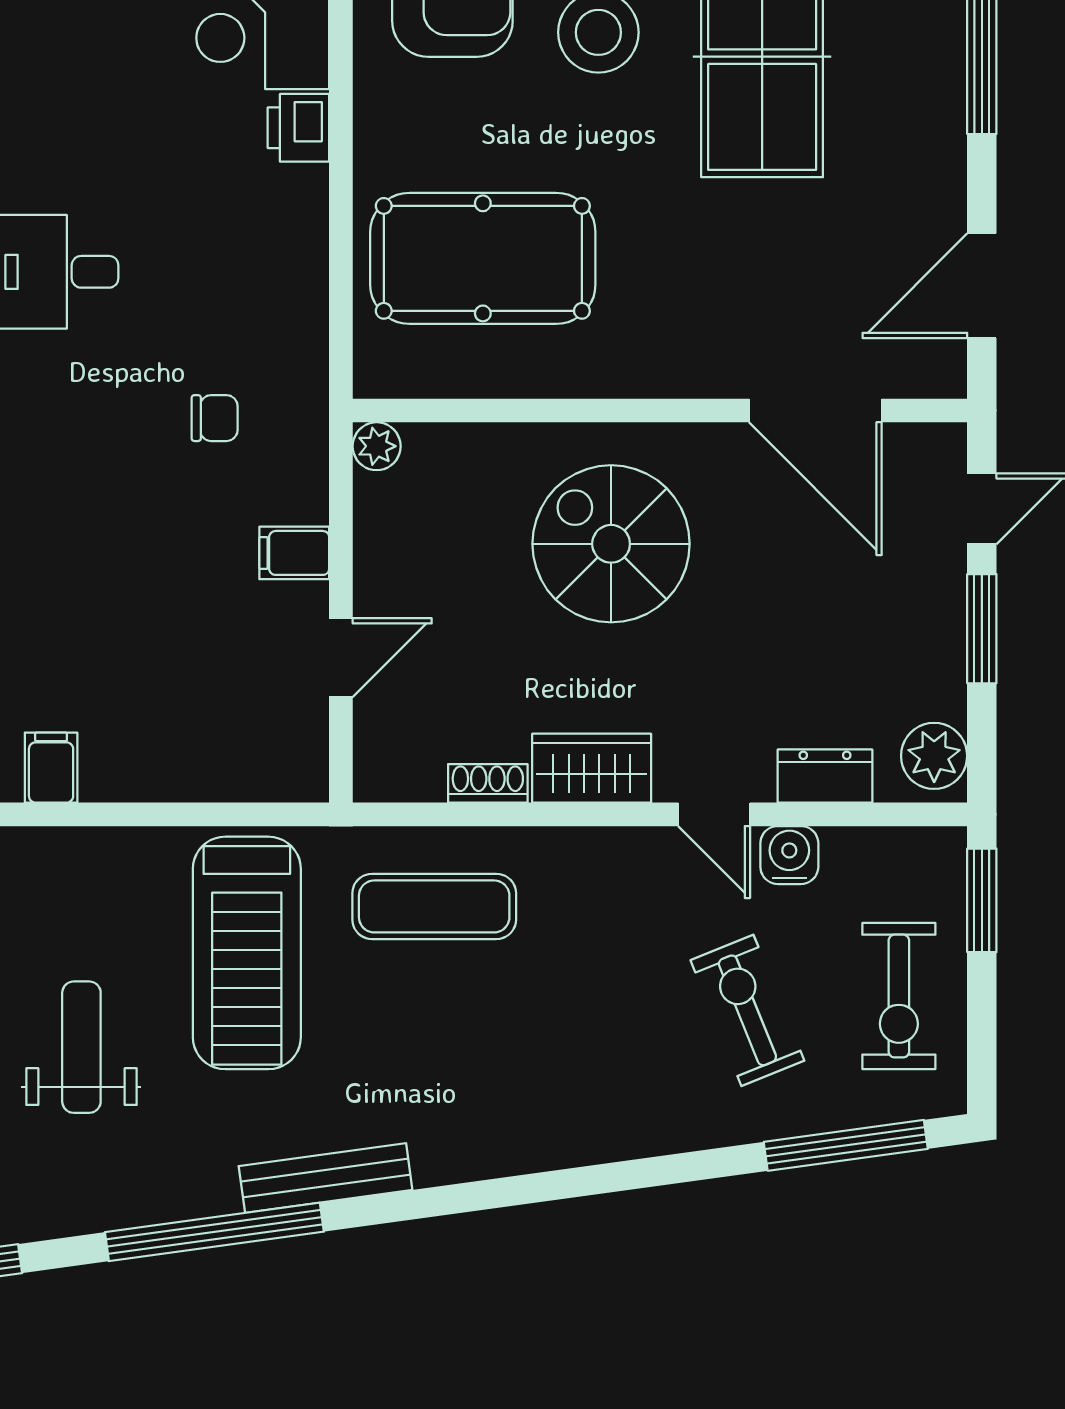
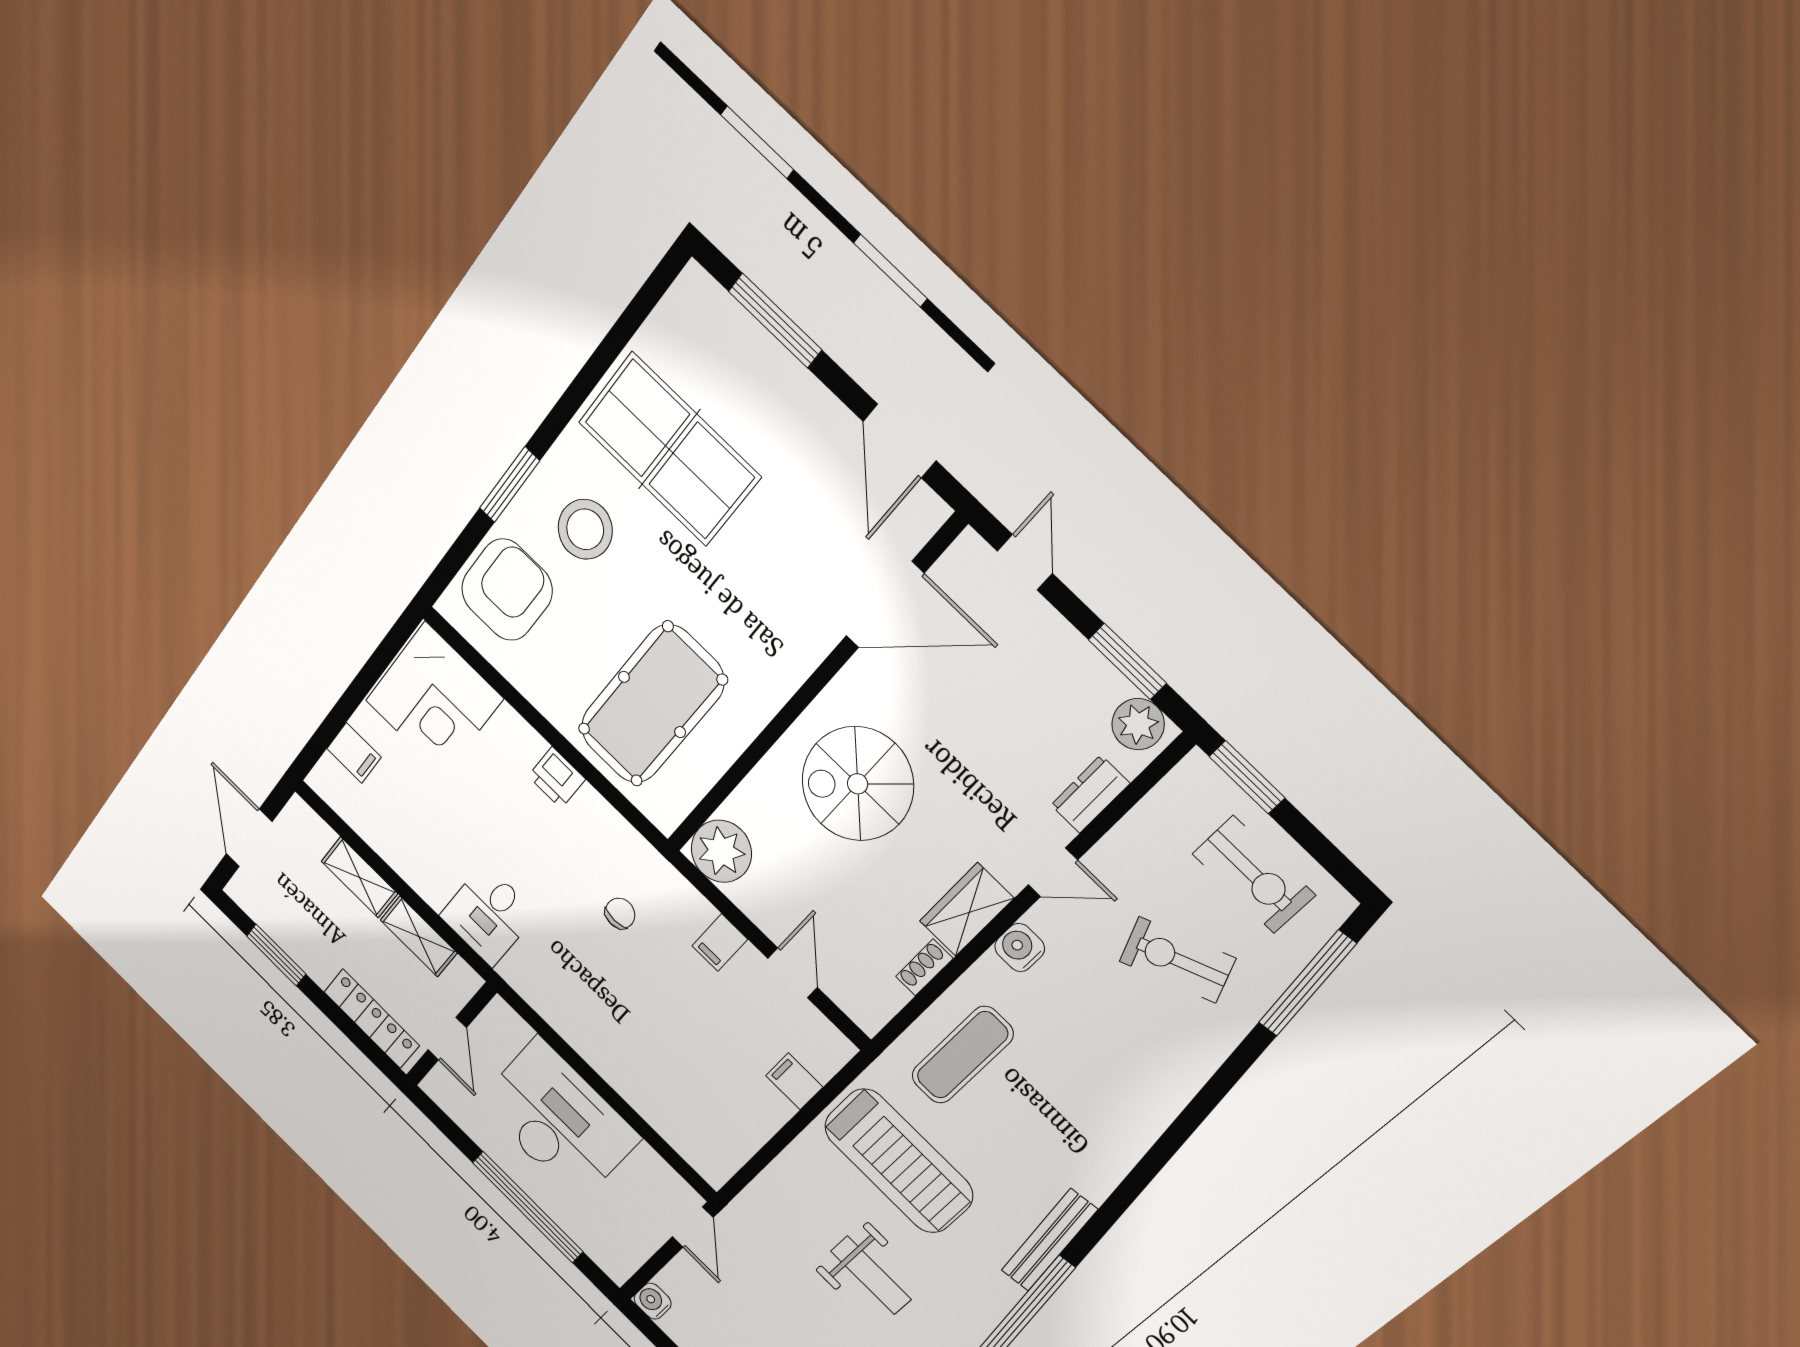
printer: (298, 128) -> (557, 778), moved
plant: (377, 446) -> (721, 851), width x1.87, depth x1.87
window: (982, 629) -> (1127, 661), moved
filing cabinet: (51, 768) -> (794, 1081), moved
water cooler: (789, 855) -> (1020, 948), moved
weight bench: (81, 1047) -> (871, 1275), turned 180

